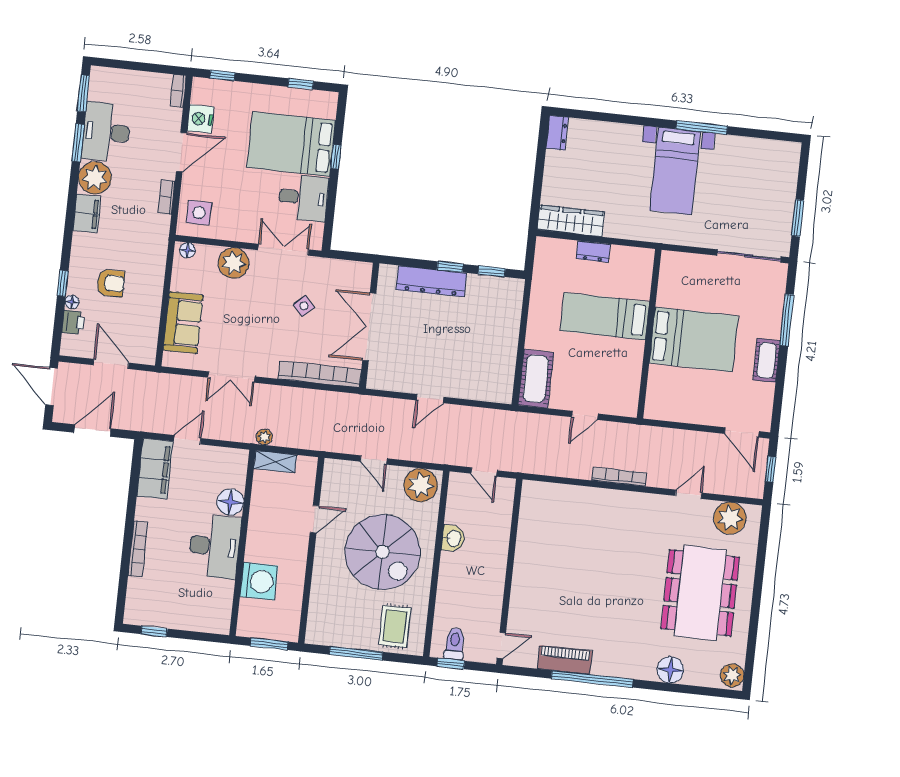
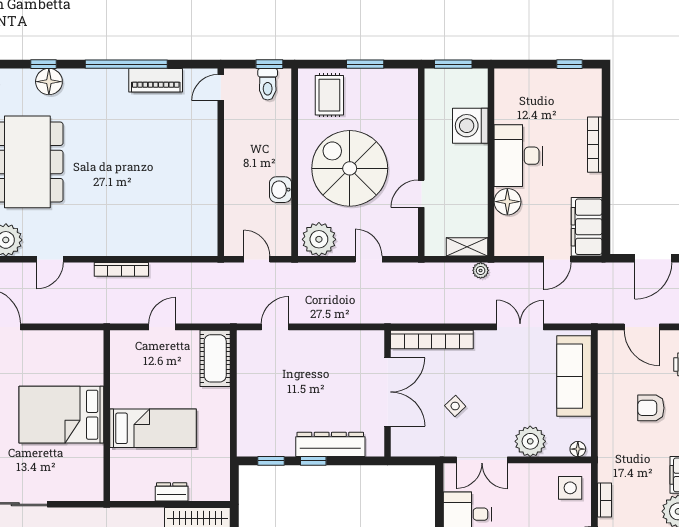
sofa: (183, 323) -> (574, 376), width x1.36
door: (430, 399) -> (275, 327), moved
window: (356, 653) -> (365, 64), width x0.69
window: (674, 688) -> (44, 64), added

